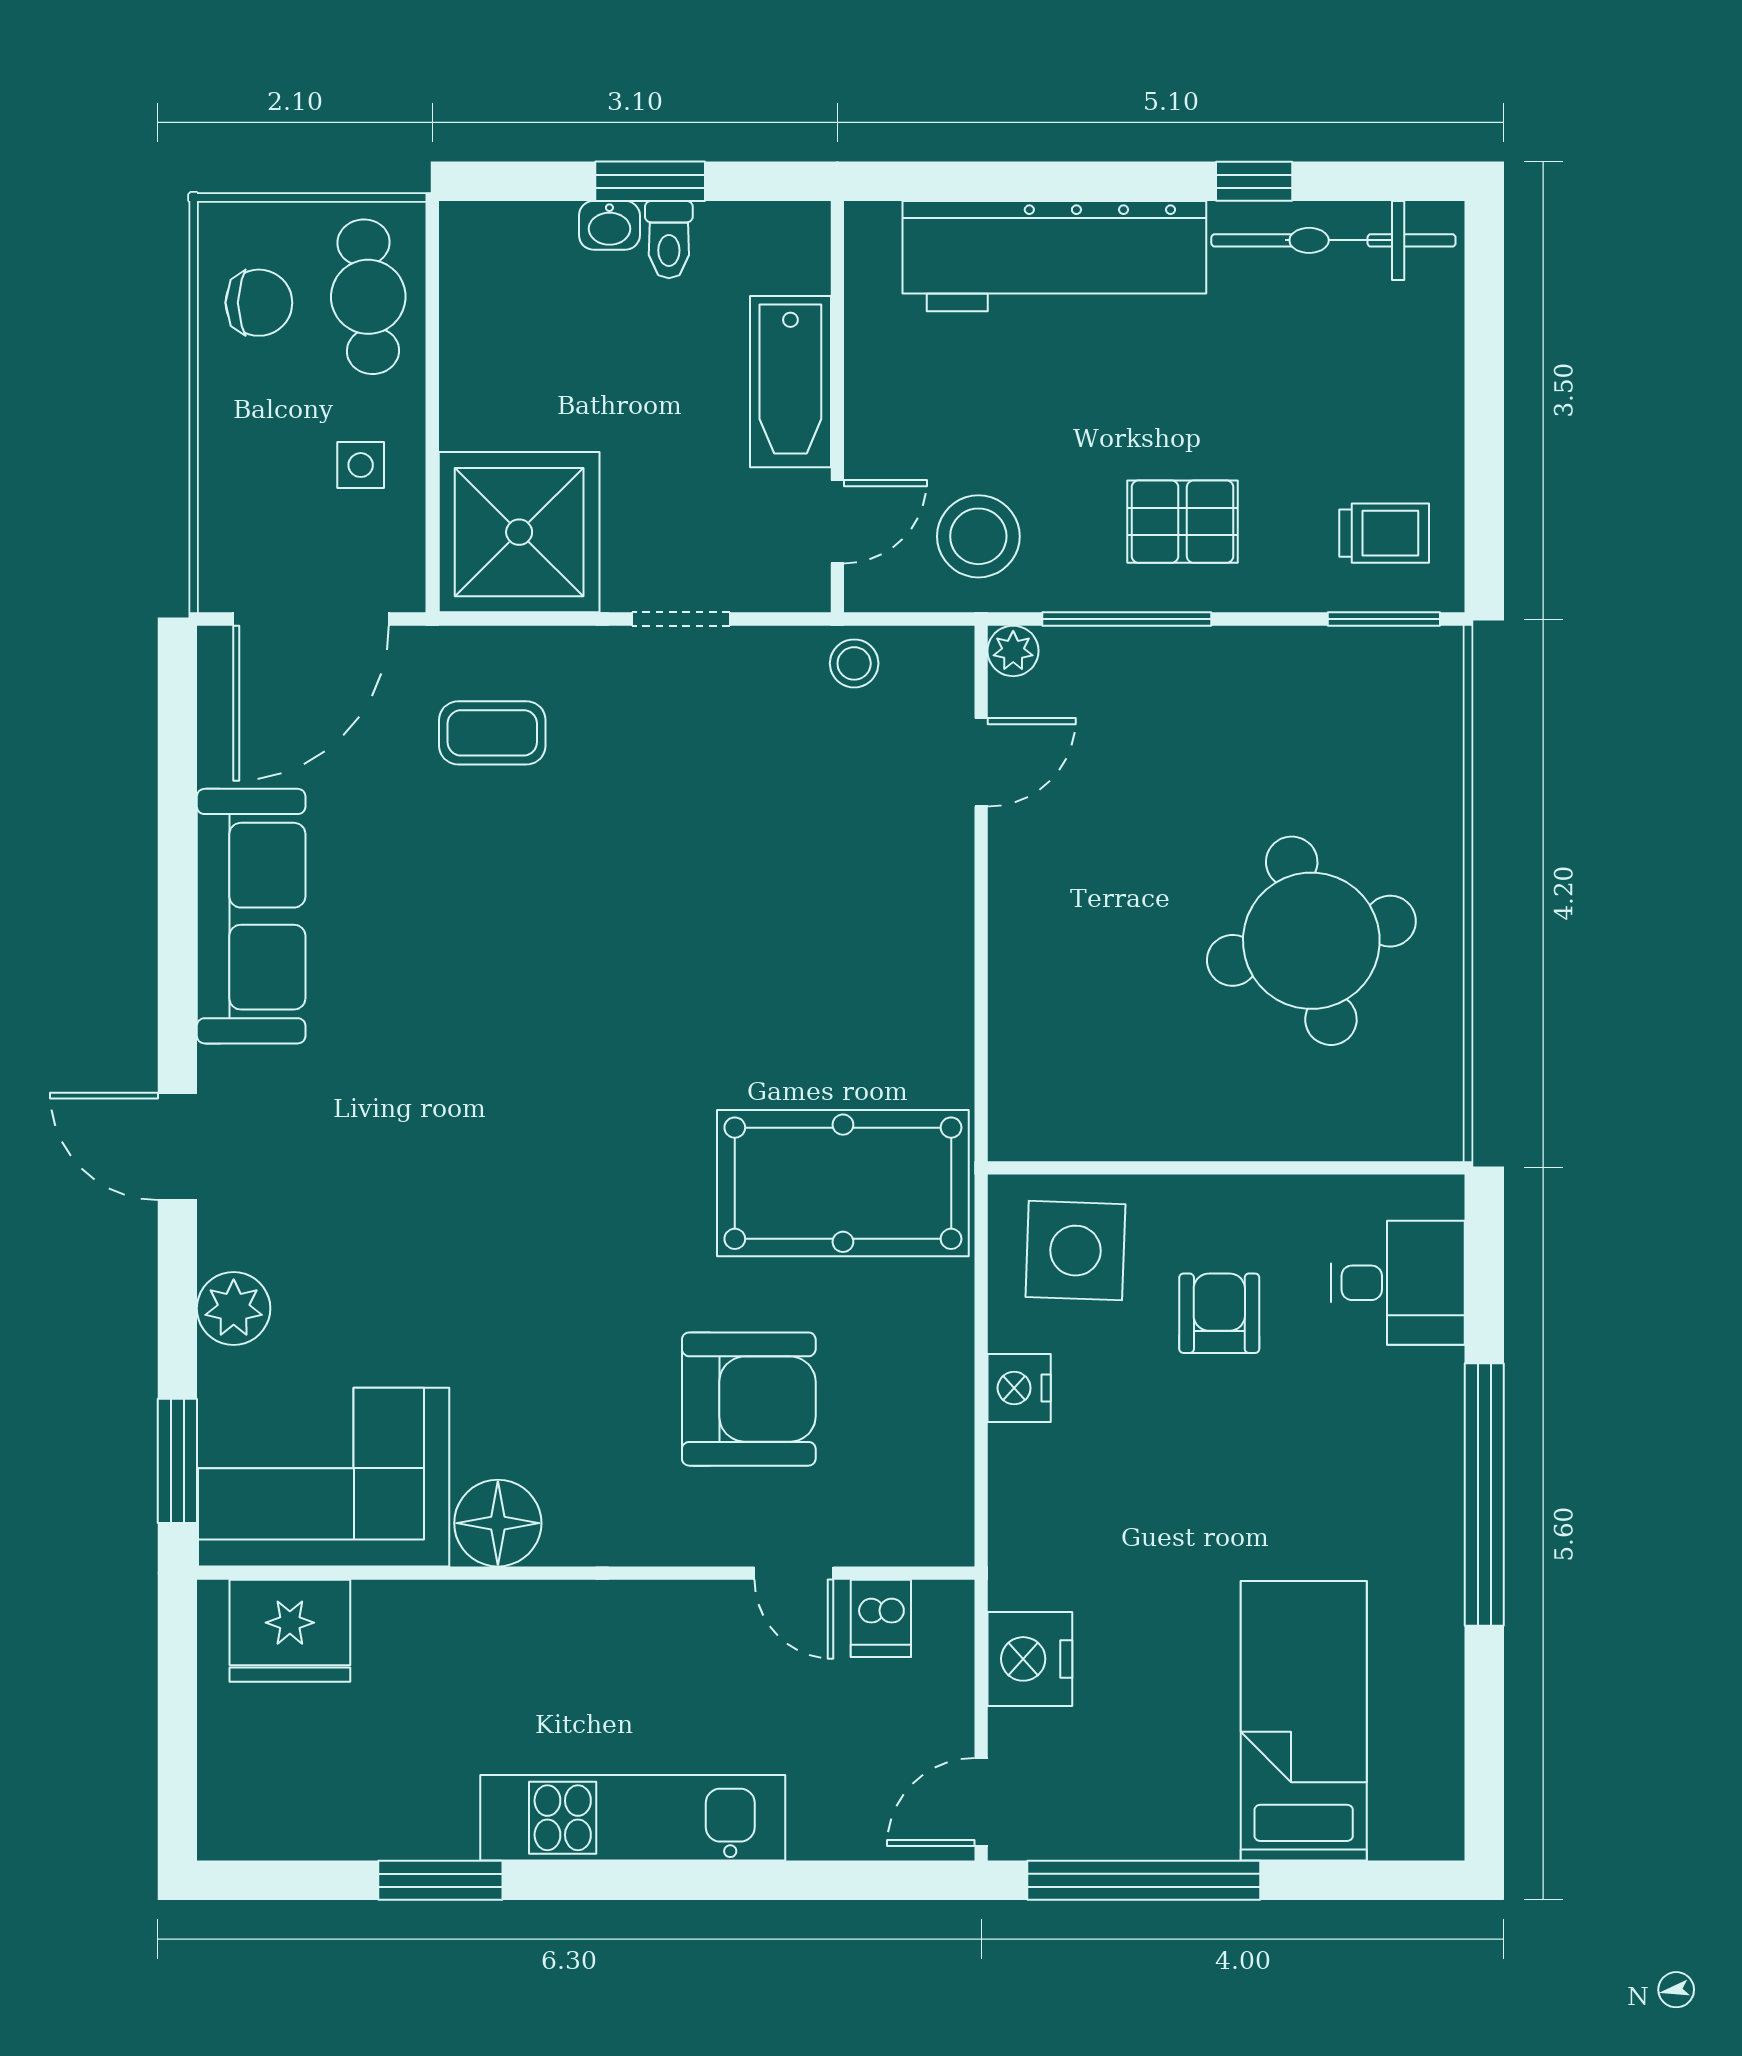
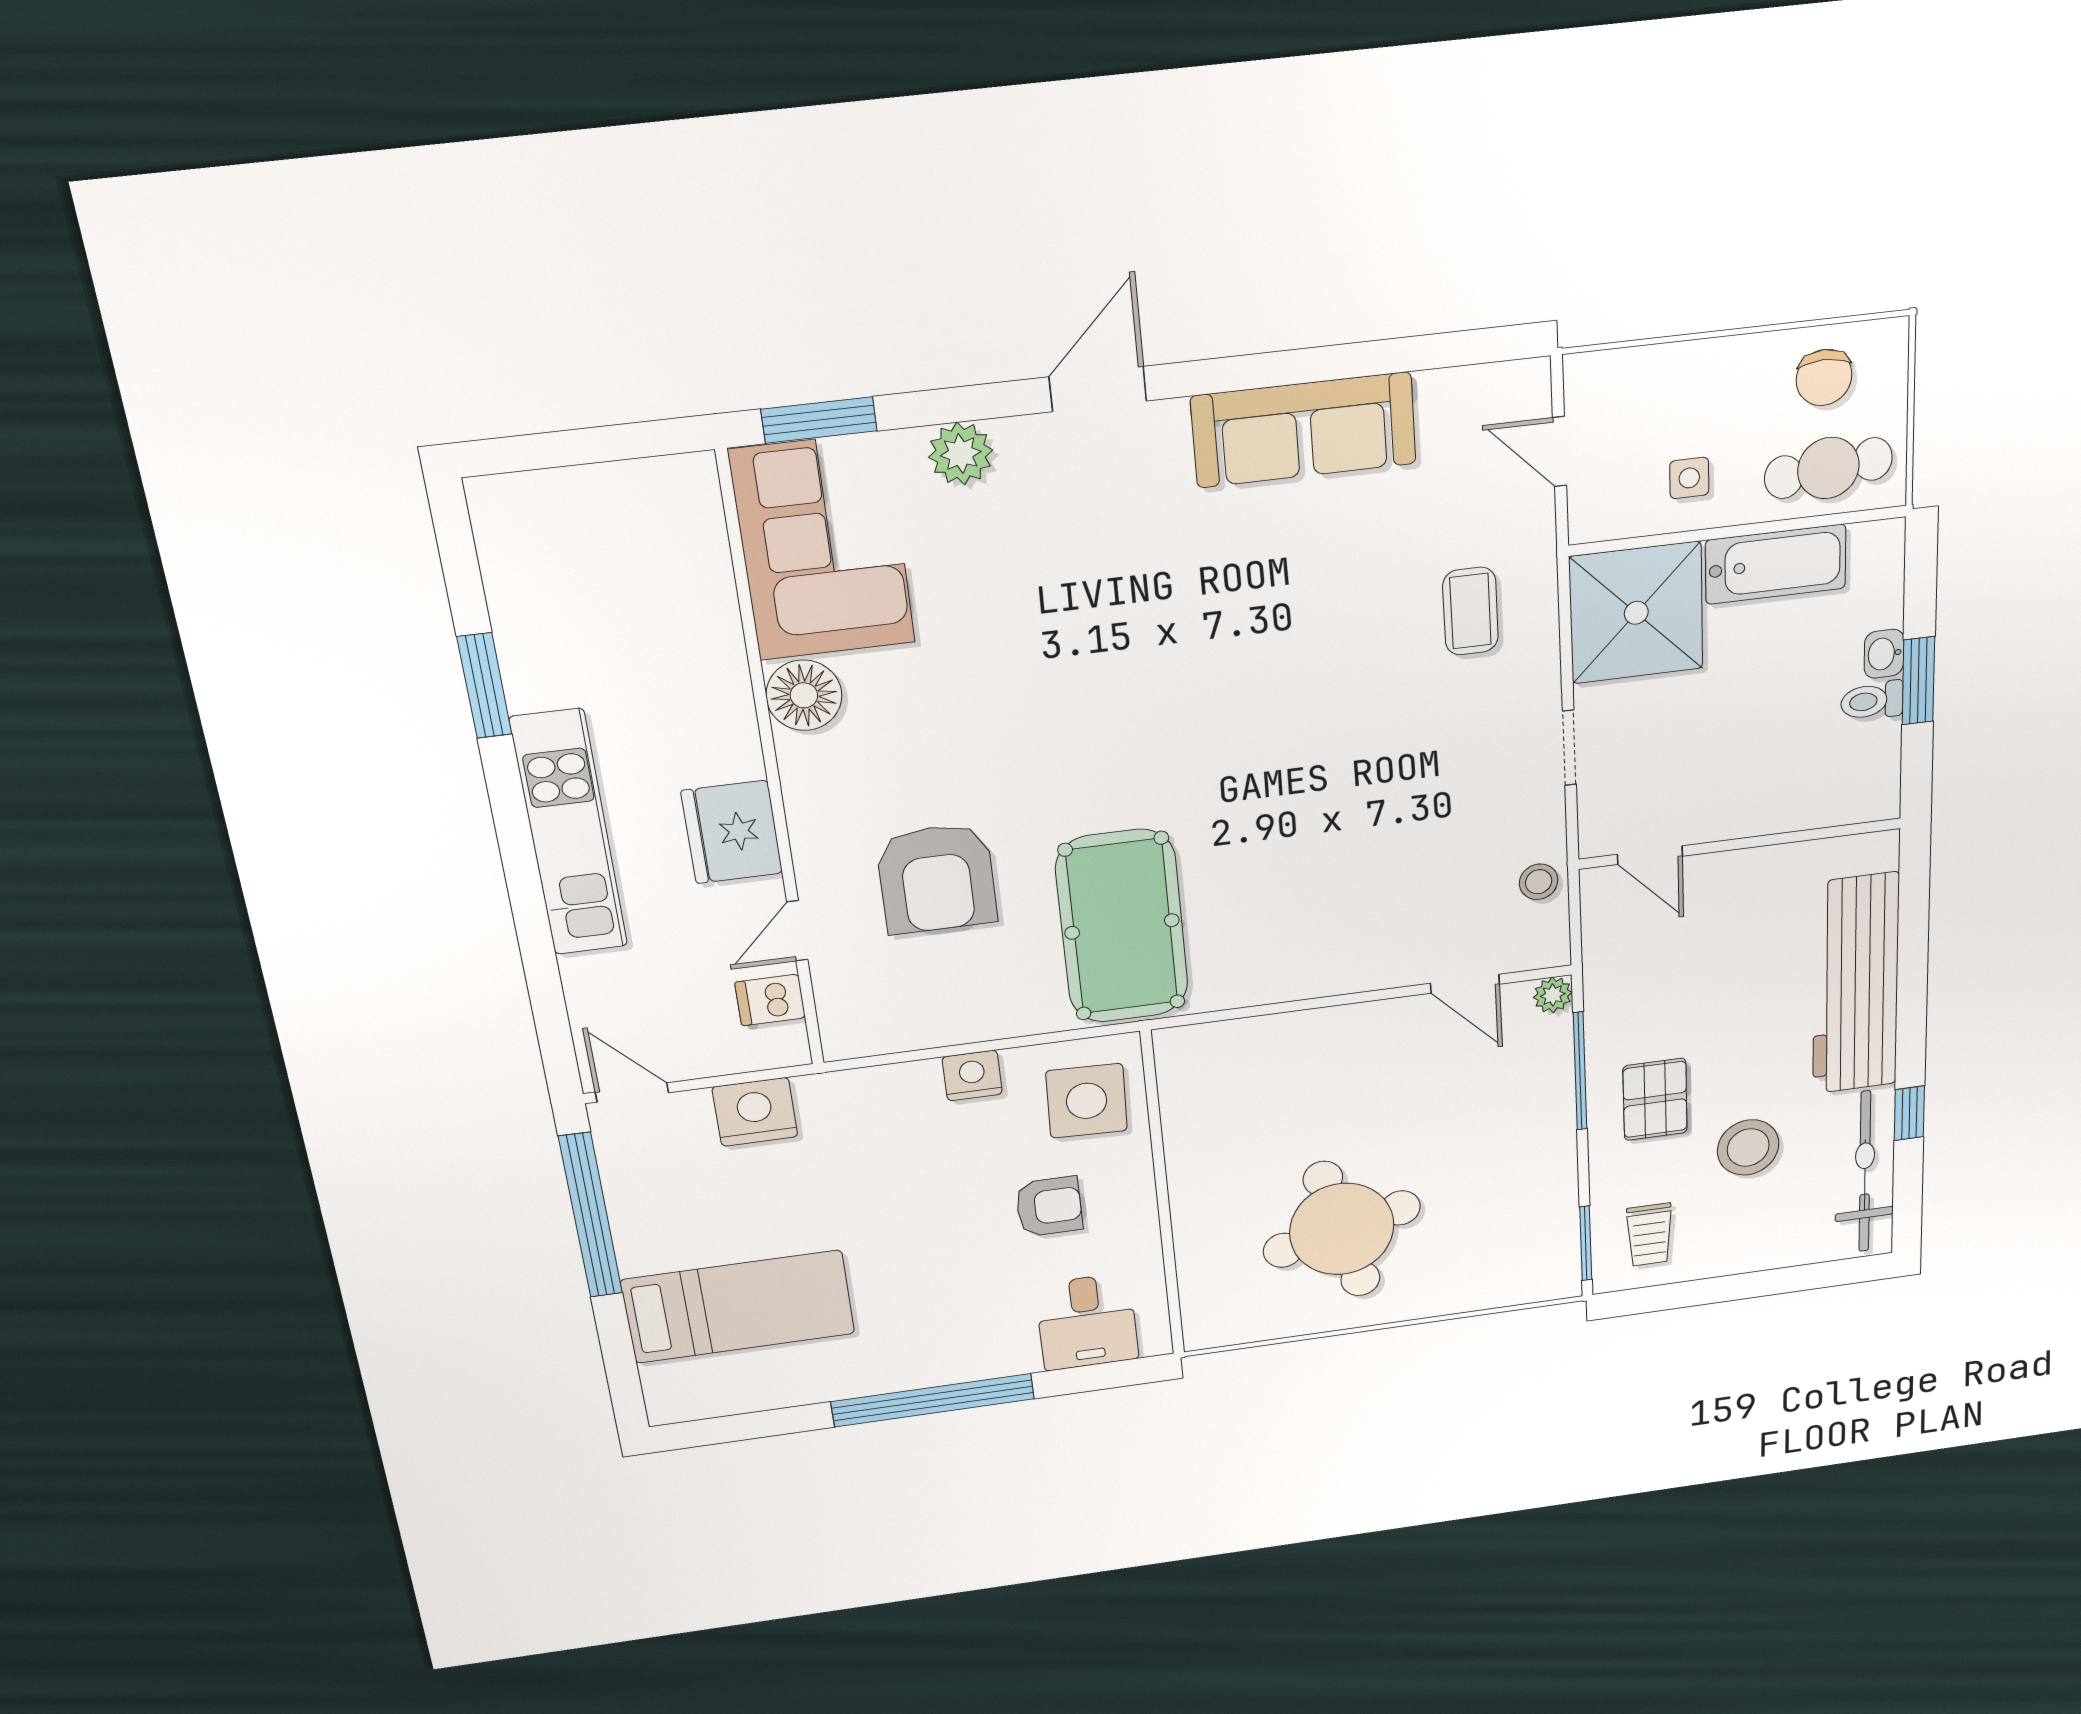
bathtub: (790, 382) -> (1776, 564), moved, turned 180
stool: (978, 536) -> (1748, 1147), moved
door: (311, 619) -> (1560, 452), width x0.53
fridge: (290, 1631) -> (732, 832), moved

